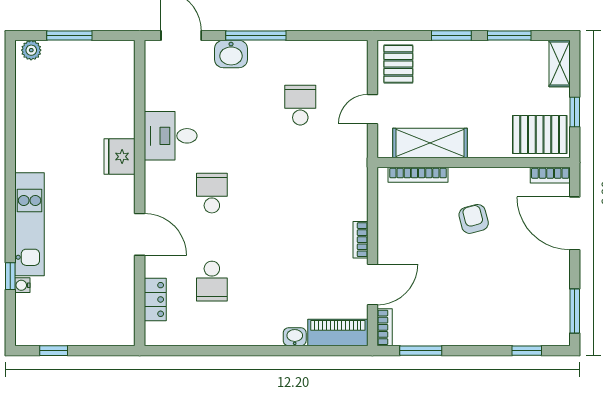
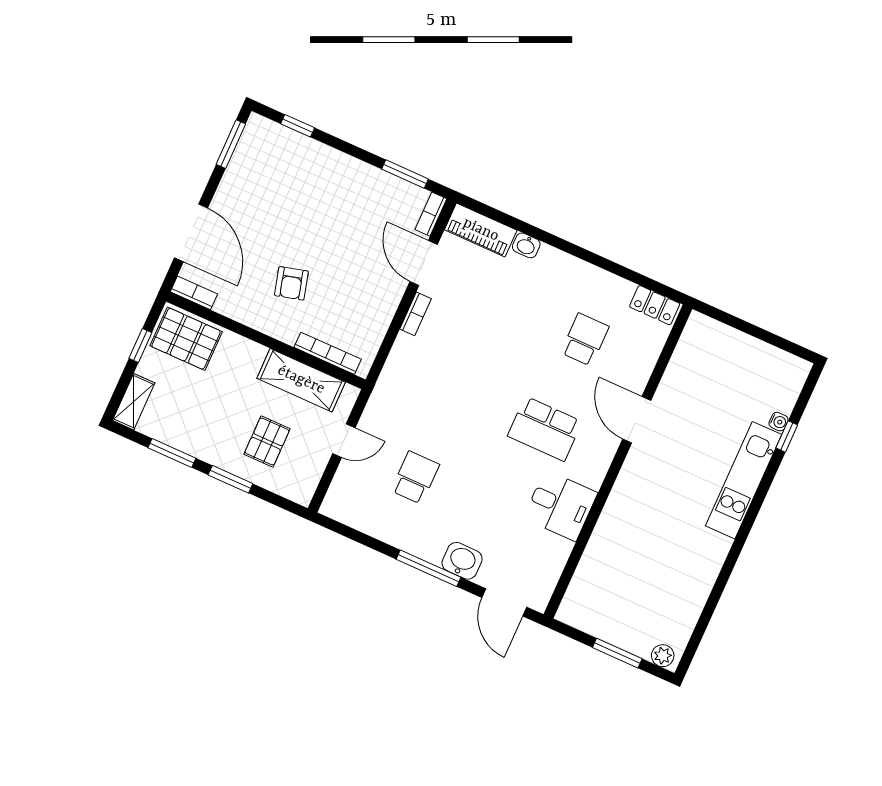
pallet: (398, 64) -> (267, 442), moved
school desk: (300, 105) -> (415, 478), turned 180
fridge: (120, 157) -> (622, 508), removed
school desk: (212, 193) -> (545, 429), width x1.85
door: (372, 285) -> (424, 263), hinge flipped
locker: (155, 299) -> (655, 305), moved, turned -90
window: (54, 351) -> (777, 341), removed

